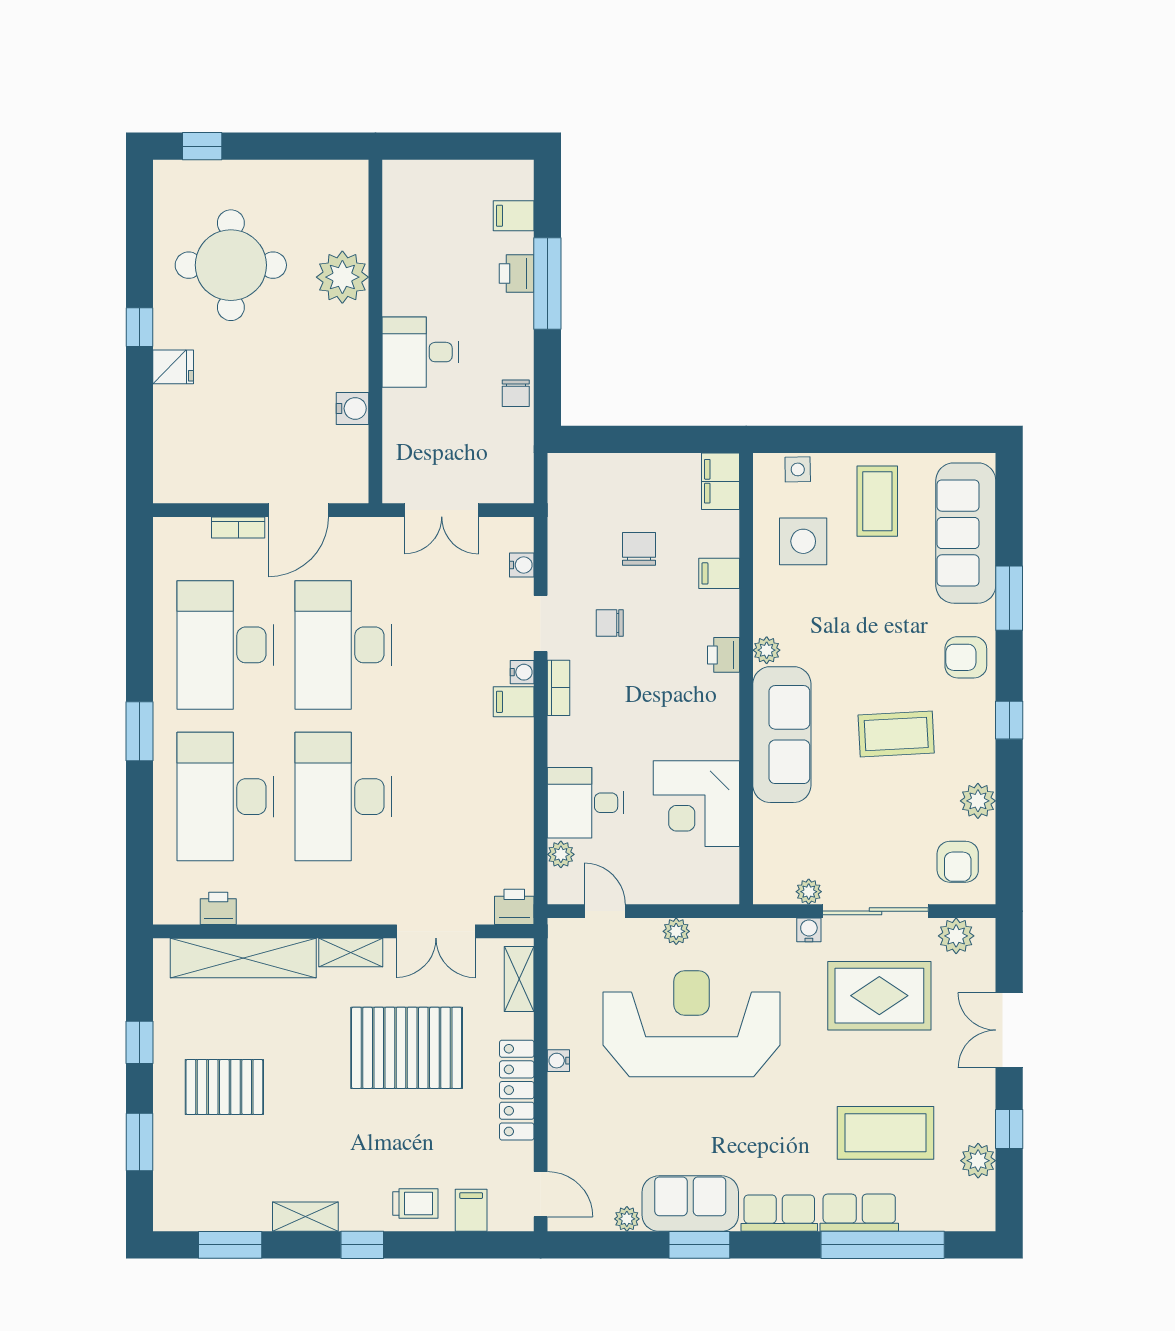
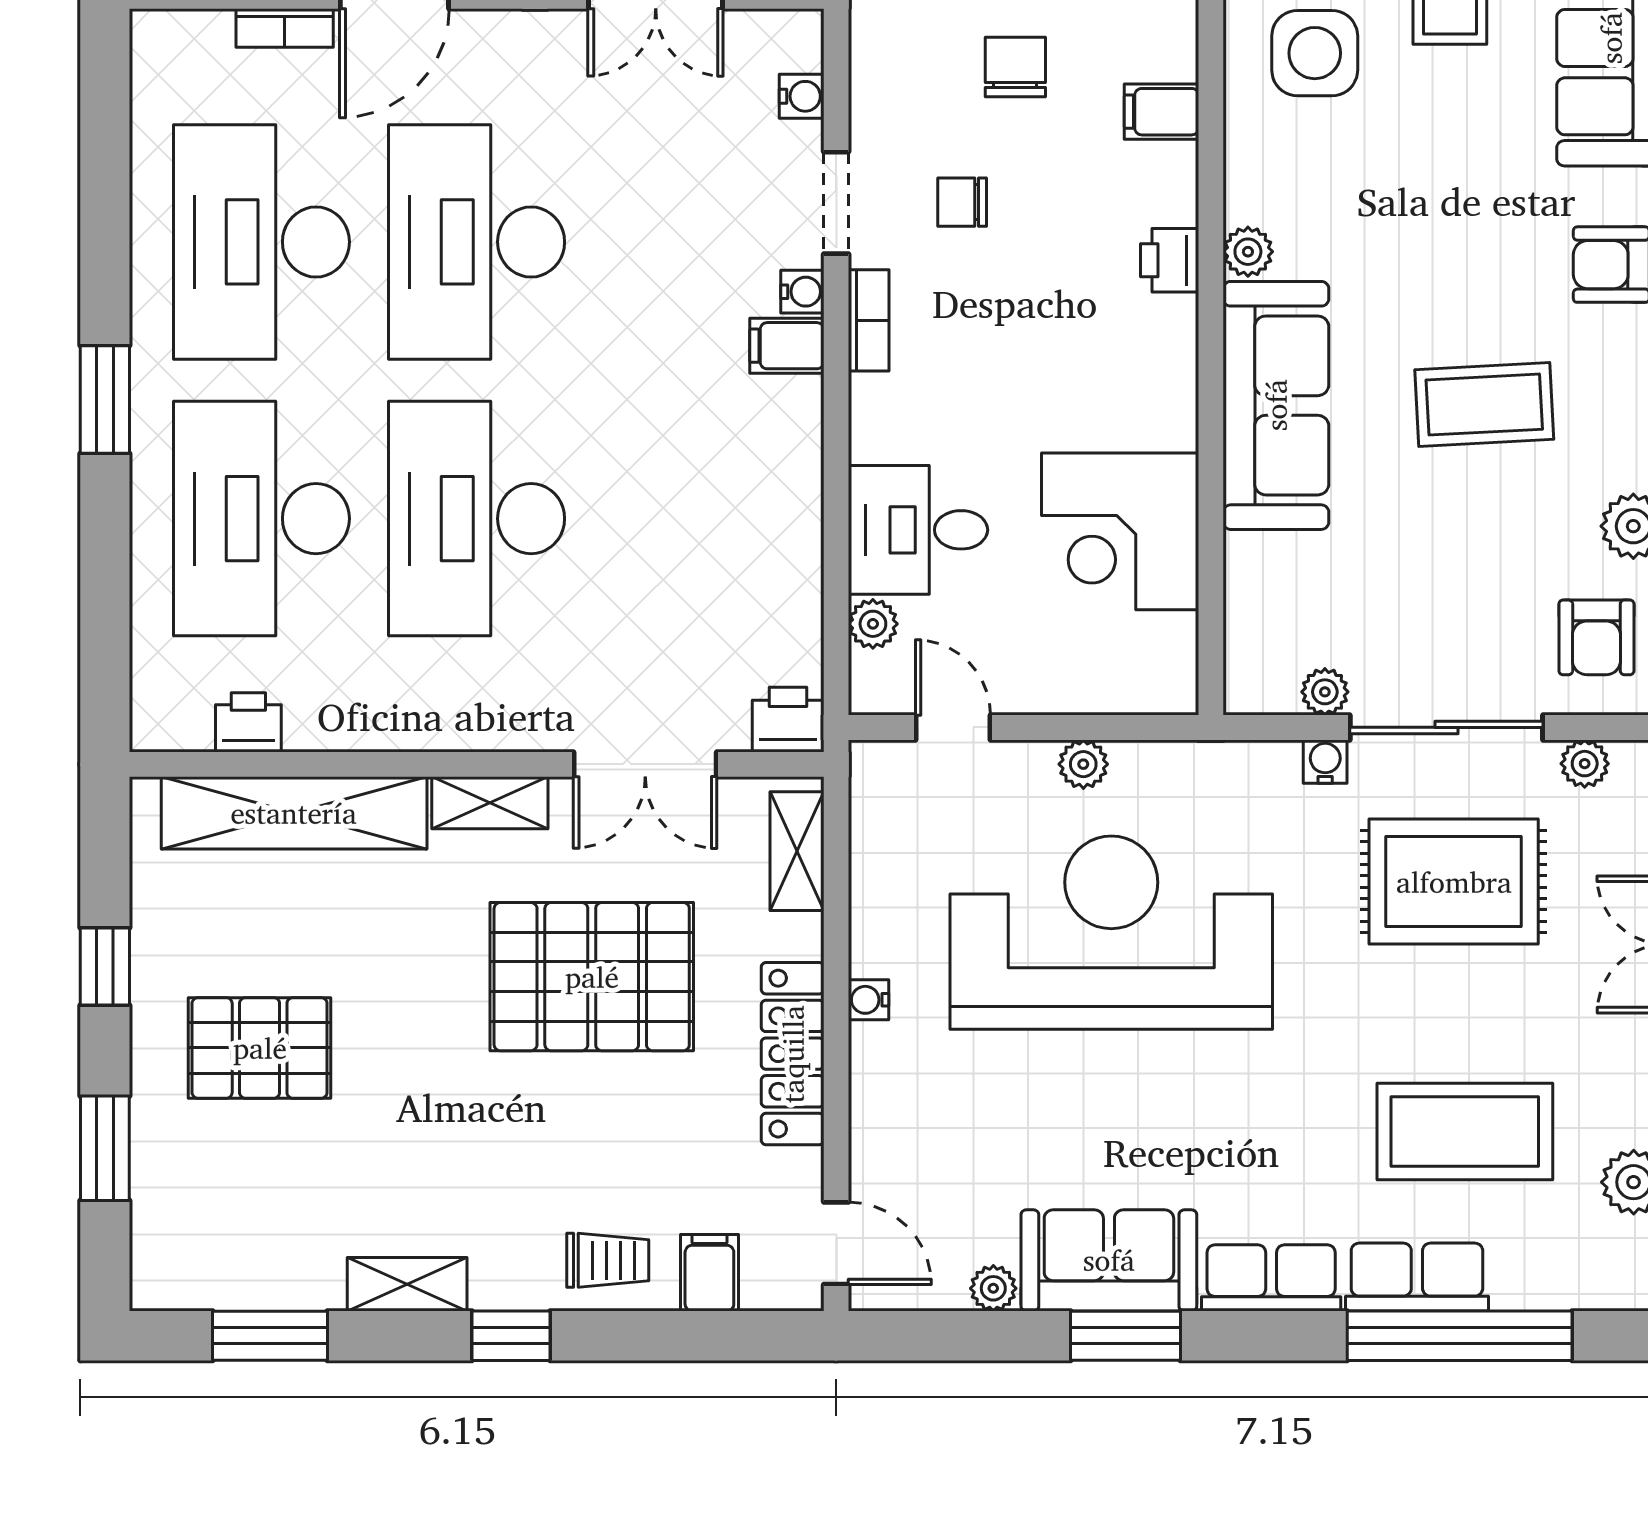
plant: (956, 936) -> (1585, 764), width x0.73, depth x0.73

